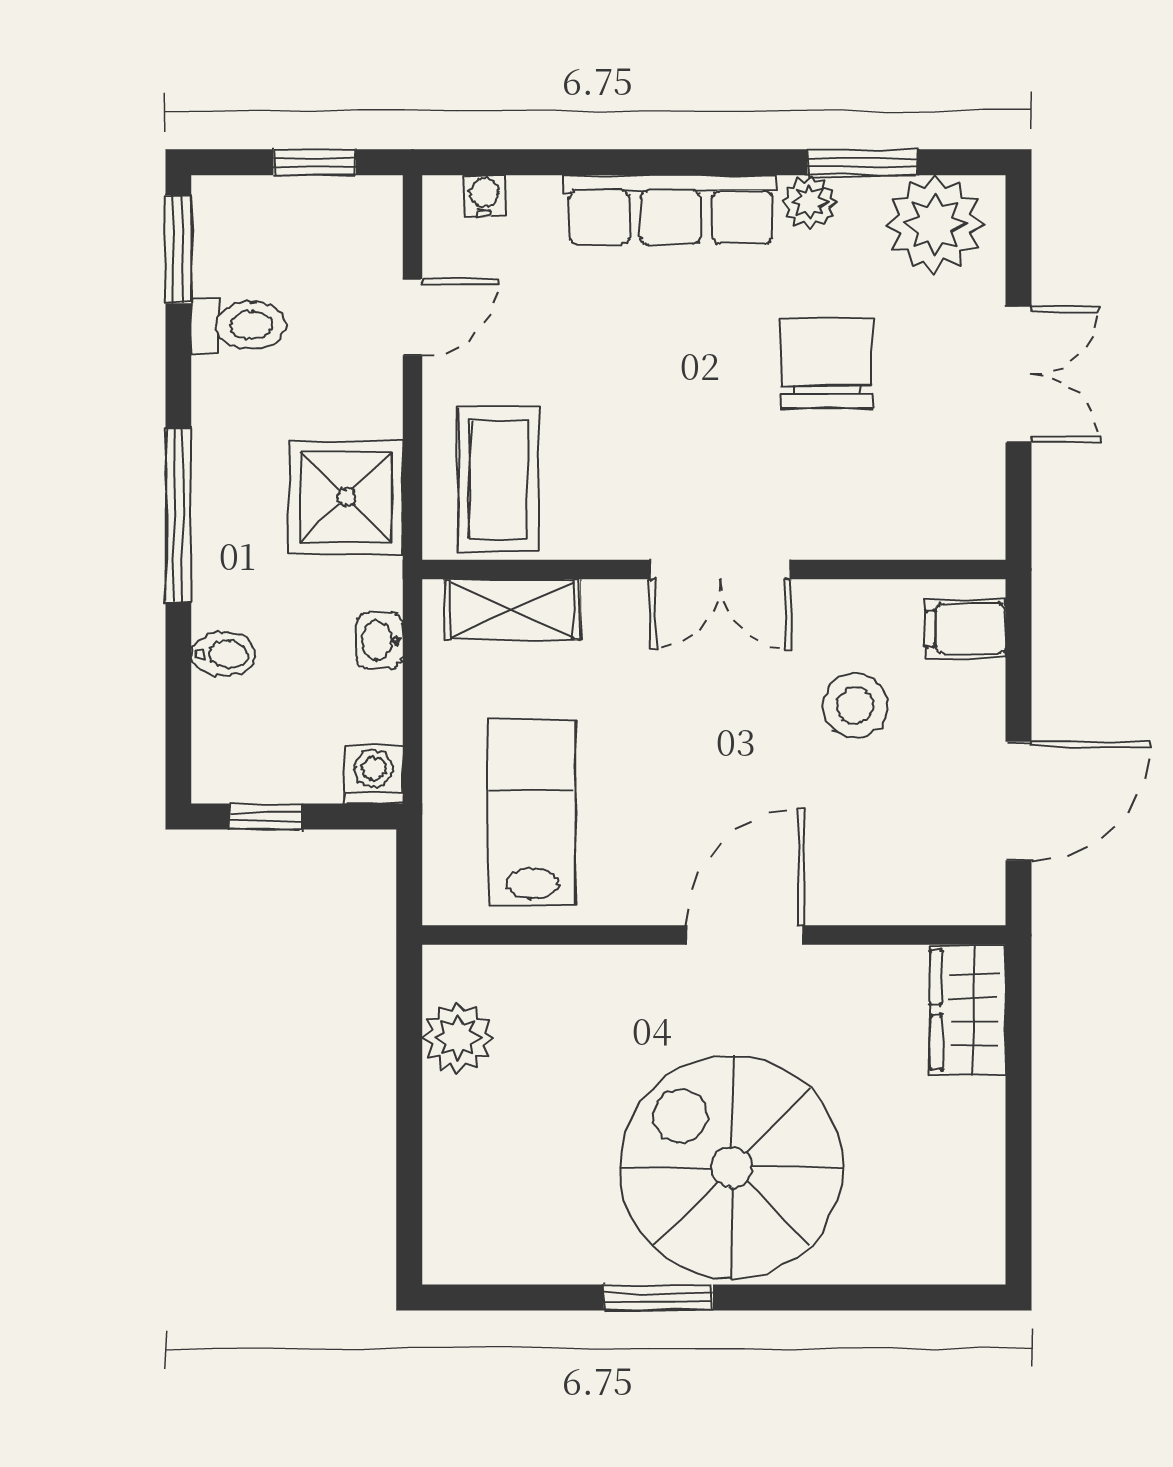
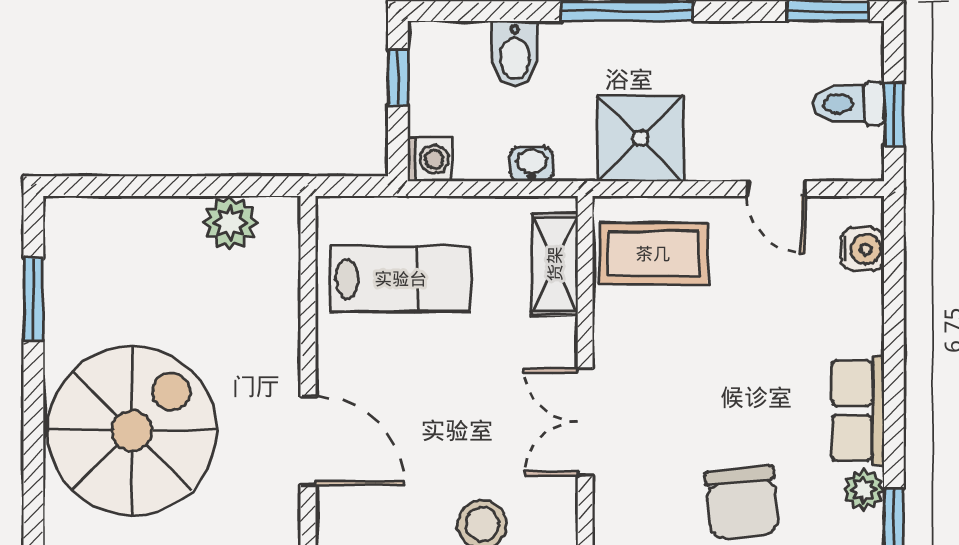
water cooler: (485, 196) -> (862, 249), width x1.38, depth x1.38
row of seats: (671, 210) -> (858, 410), width x0.68
toilet: (239, 325) -> (848, 104), moved, turned 90
chair: (827, 362) -> (742, 503), turned 84
bidet: (223, 654) -> (515, 54), width x1.38, depth x1.36
window: (658, 1297) -> (33, 299), moved

